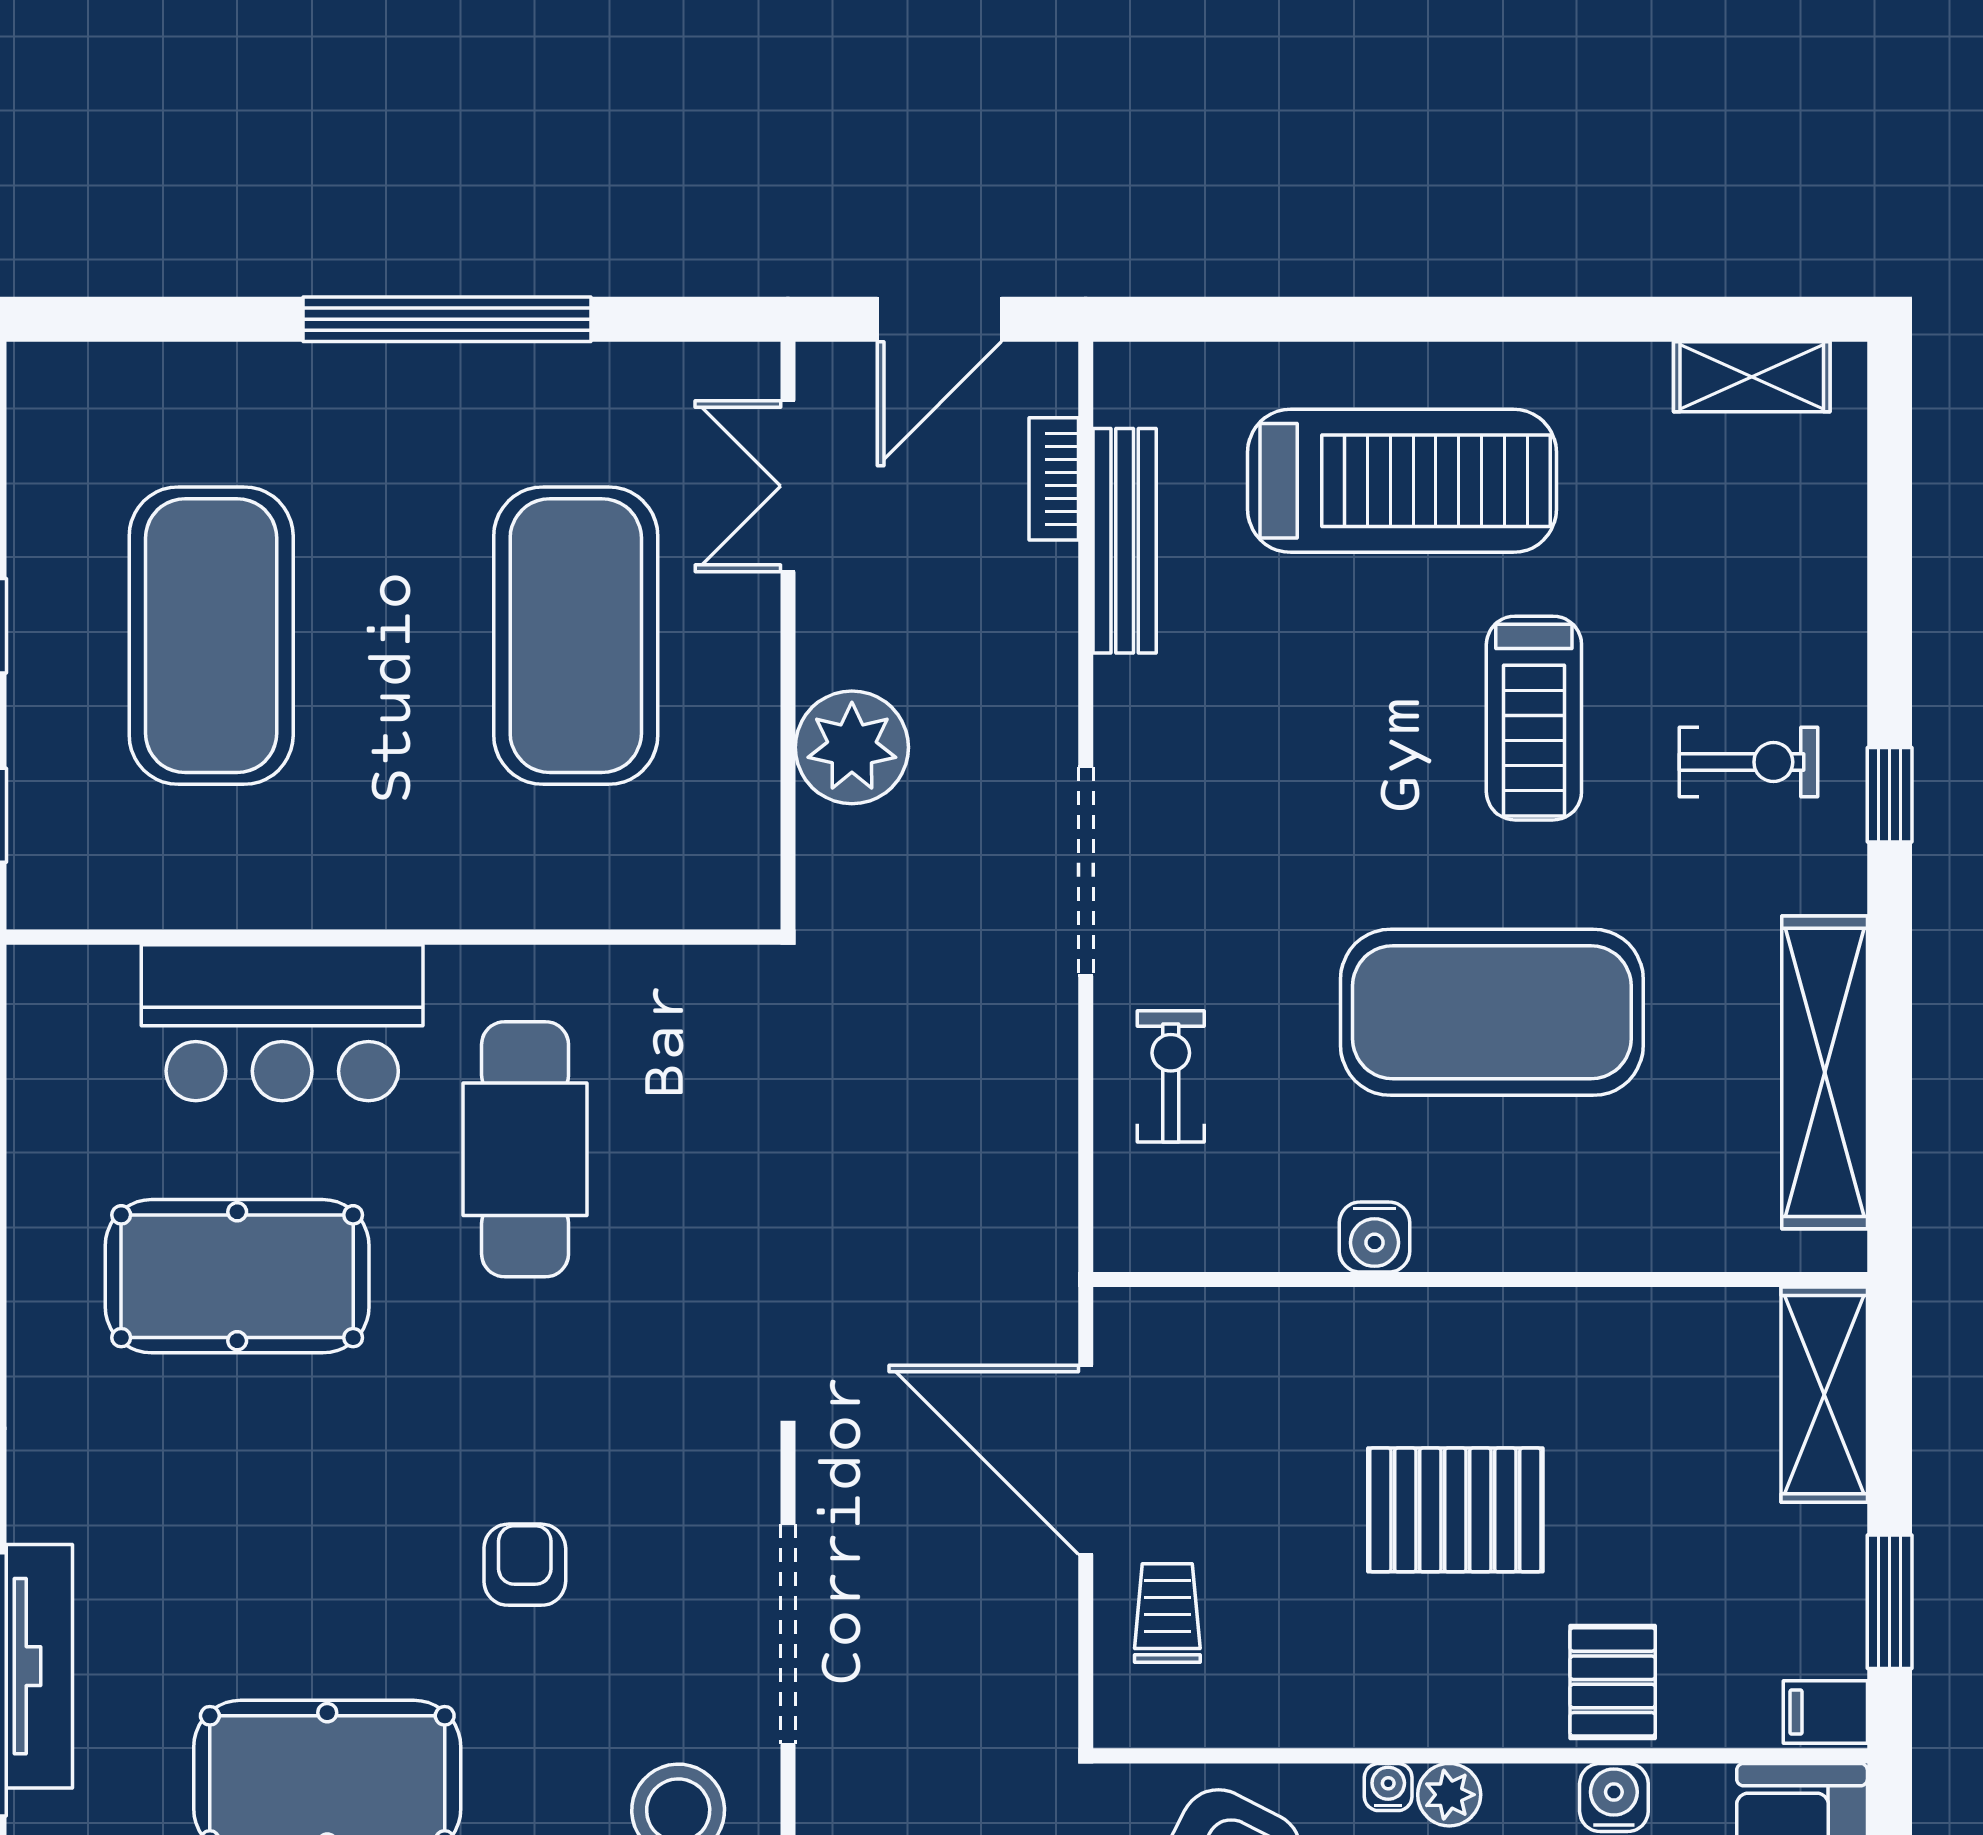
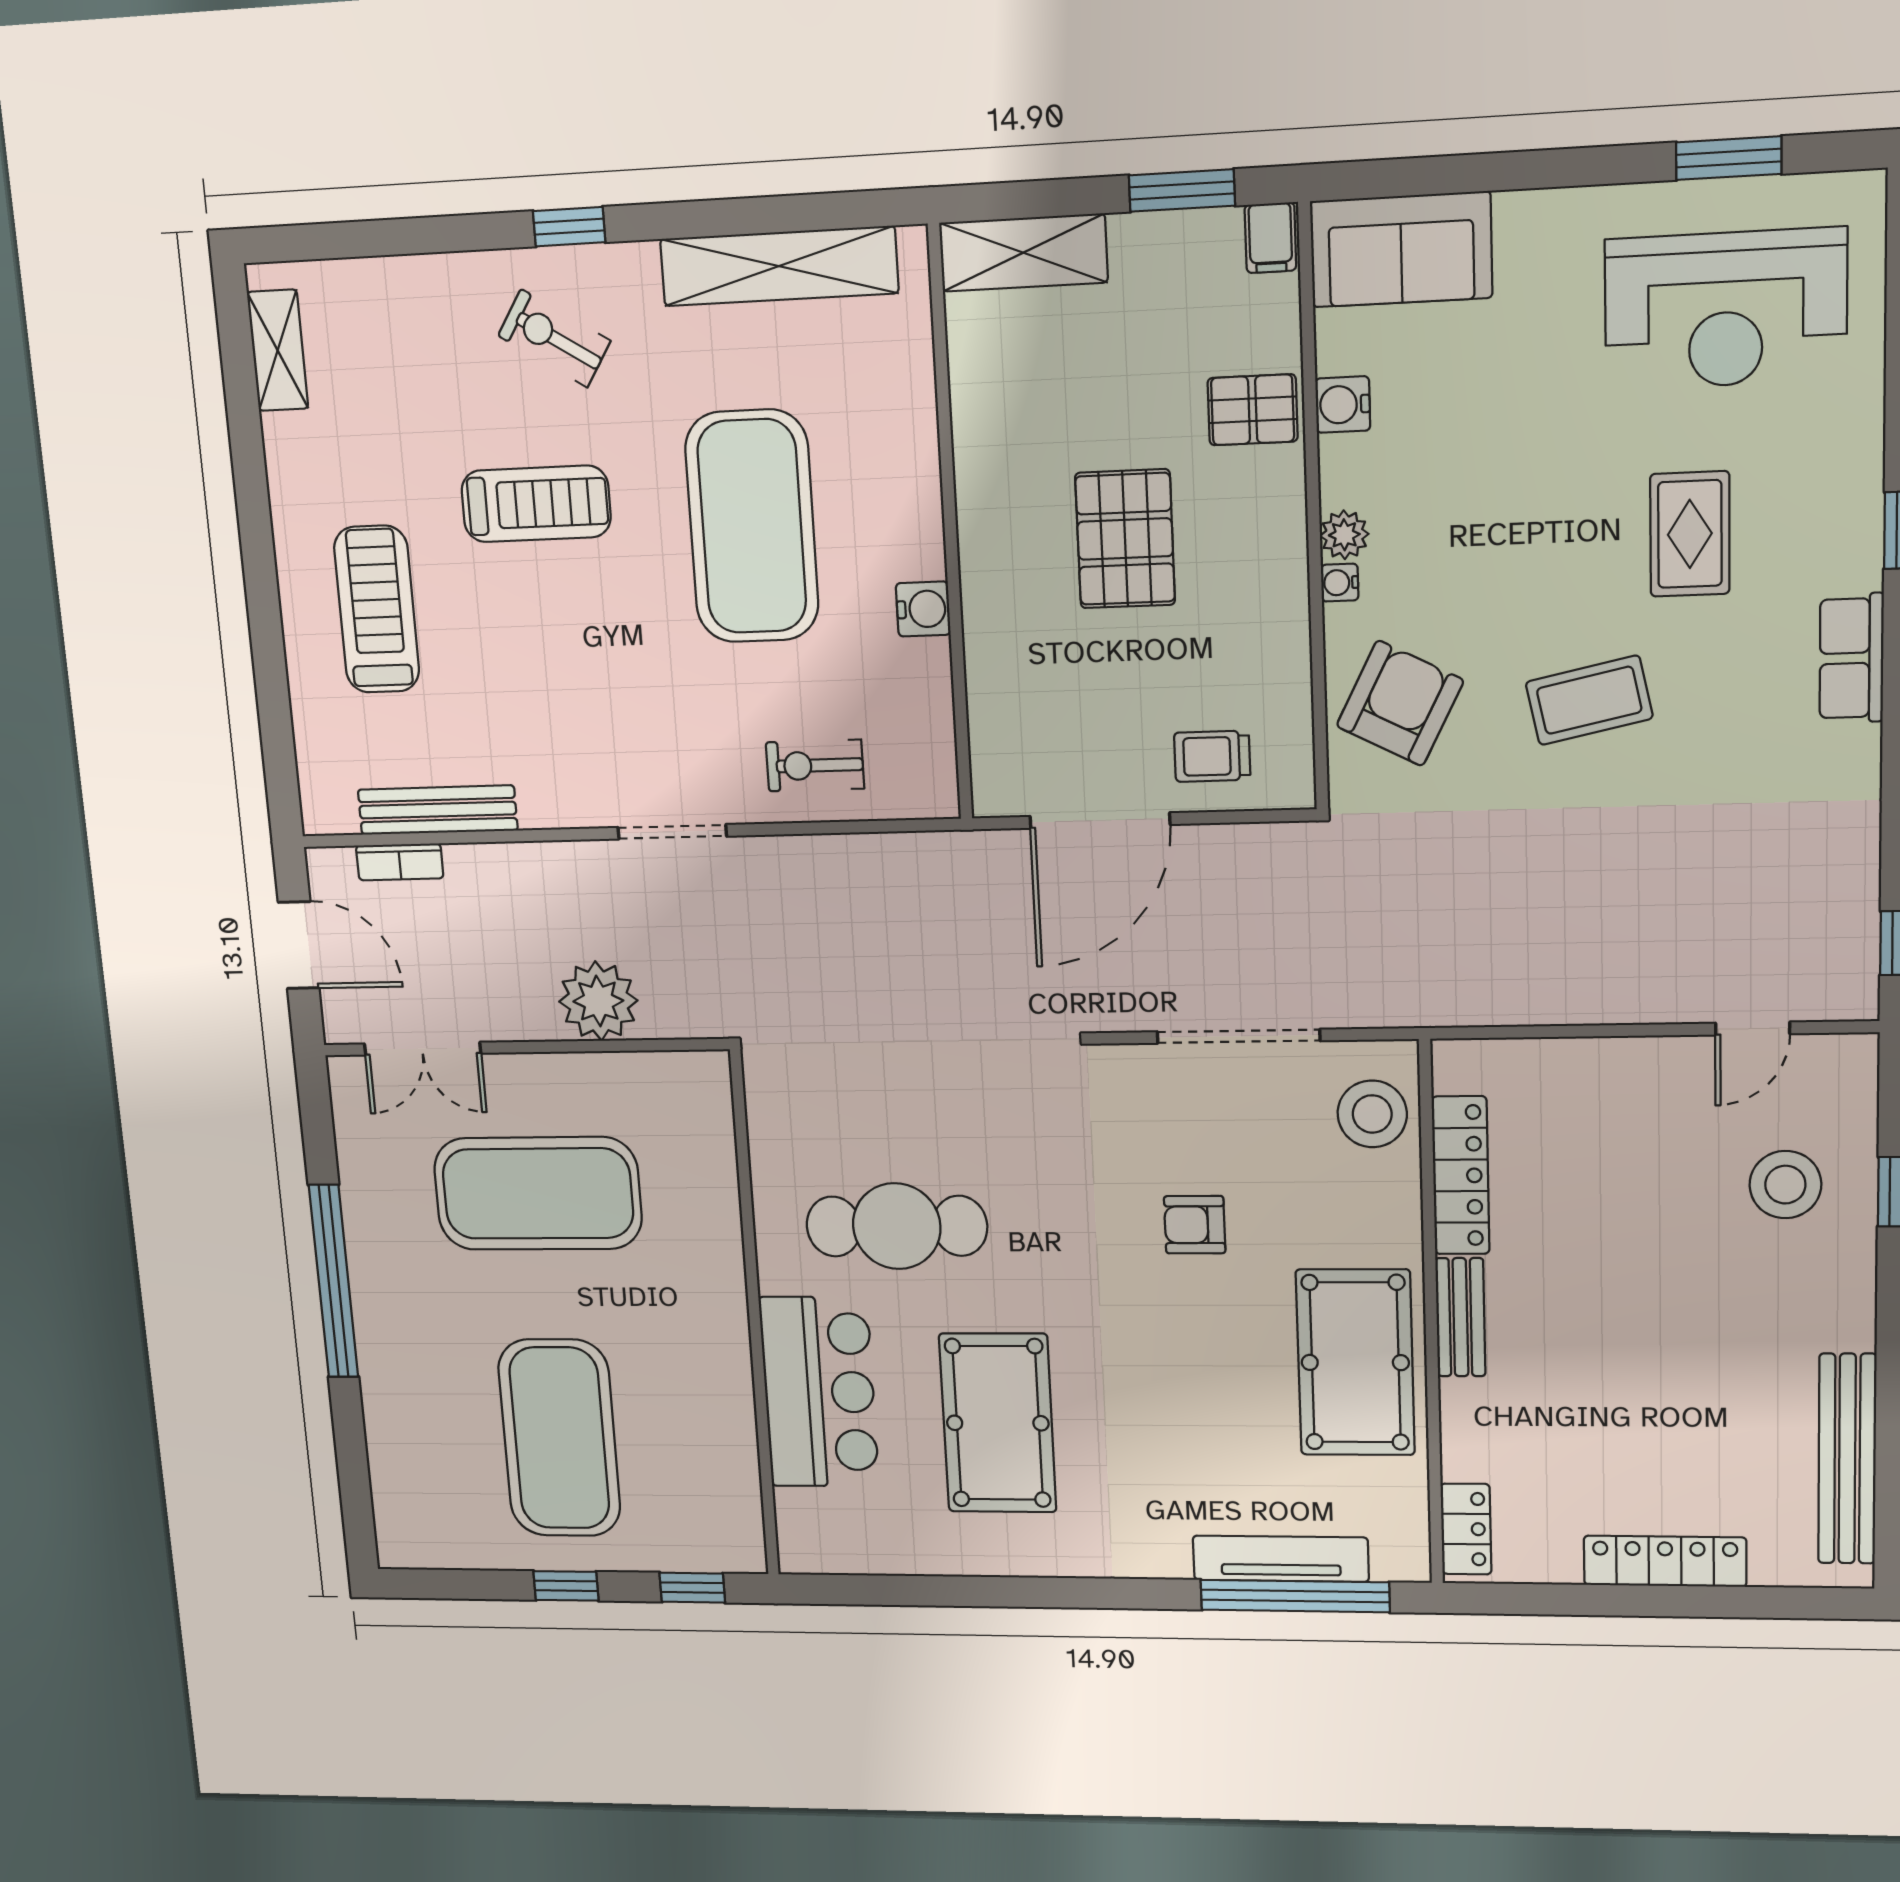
treadmill: (1402, 481) -> (377, 609), width x0.73, depth x0.73
exercise mat: (211, 636) -> (559, 1438), turned 90
exercise bike: (1748, 762) -> (554, 338), turned -58
doorway: (1086, 871) -> (672, 832), width x0.73

